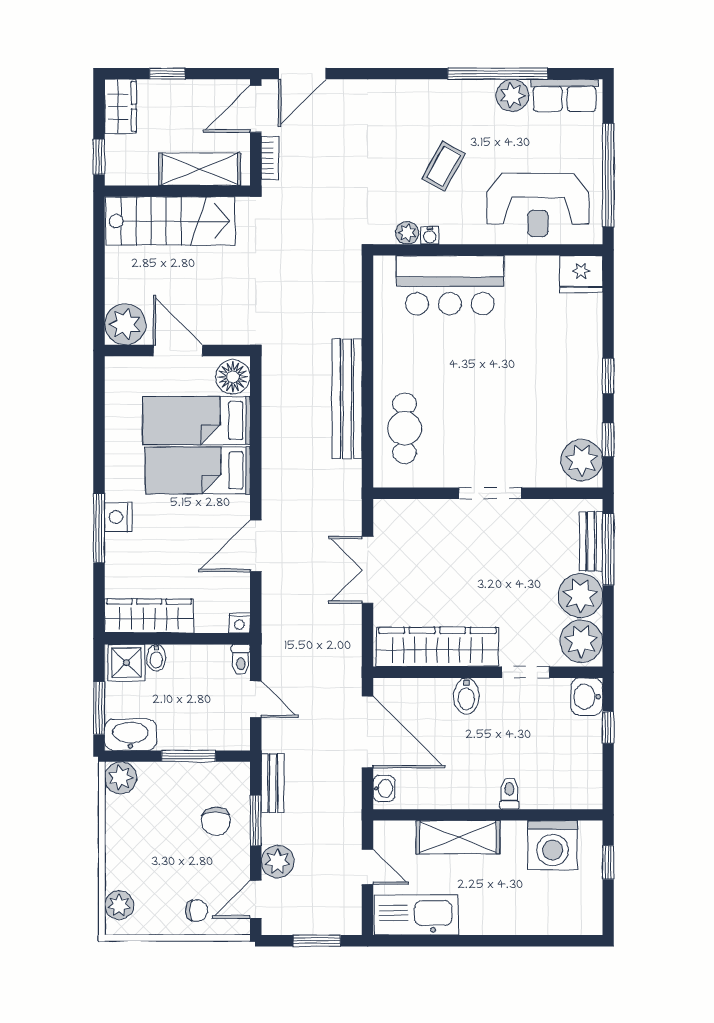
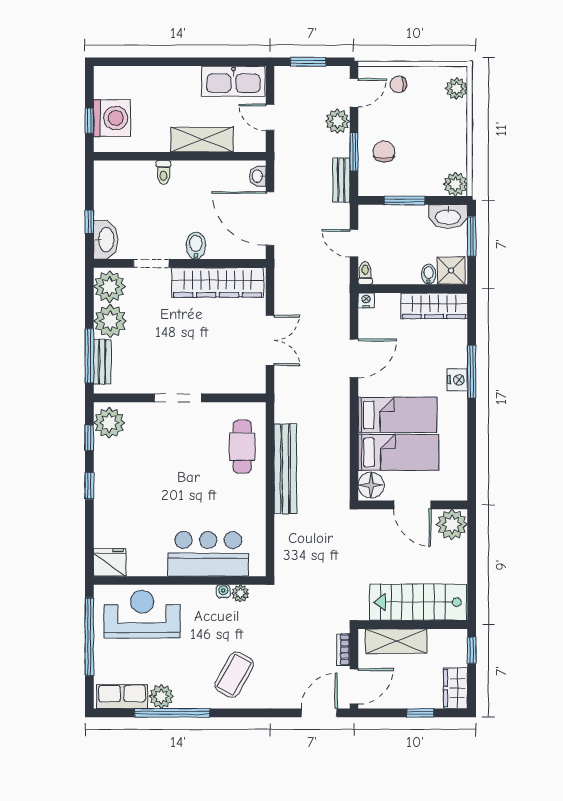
coffee table: (444, 166) -> (234, 675), moved, width x1.36, depth x1.30
washbasin: (587, 697) -> (106, 240), width x1.38
washing machine: (553, 845) -> (112, 118), moved, turned 90

